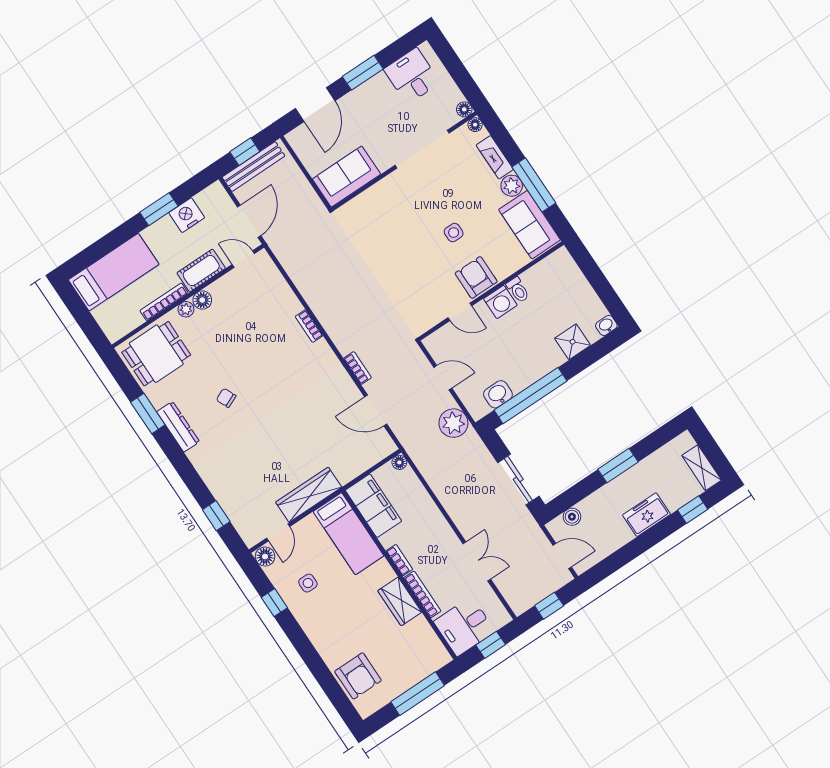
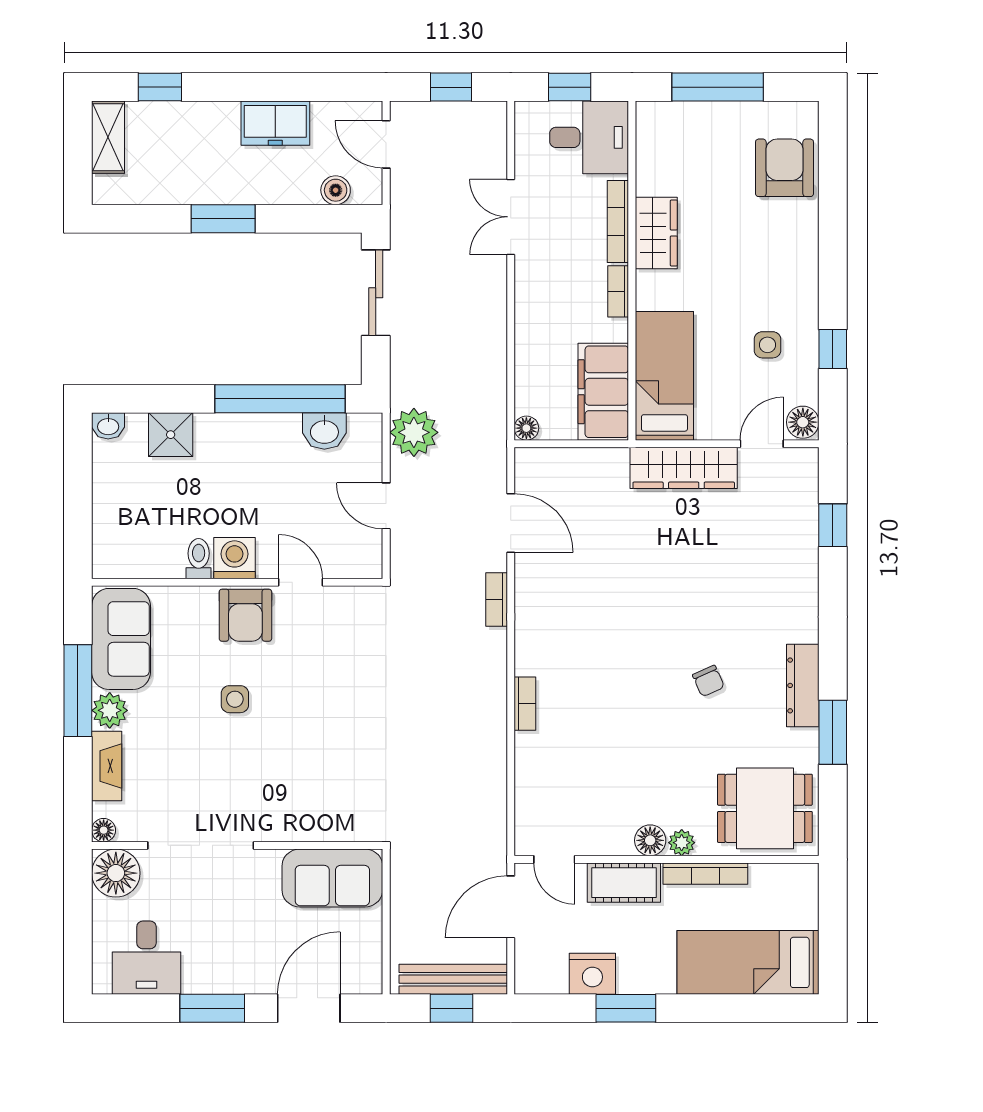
floor lamp: (464, 109) -> (116, 873), width x1.89, depth x1.89
freezer: (646, 515) -> (275, 123), moved

